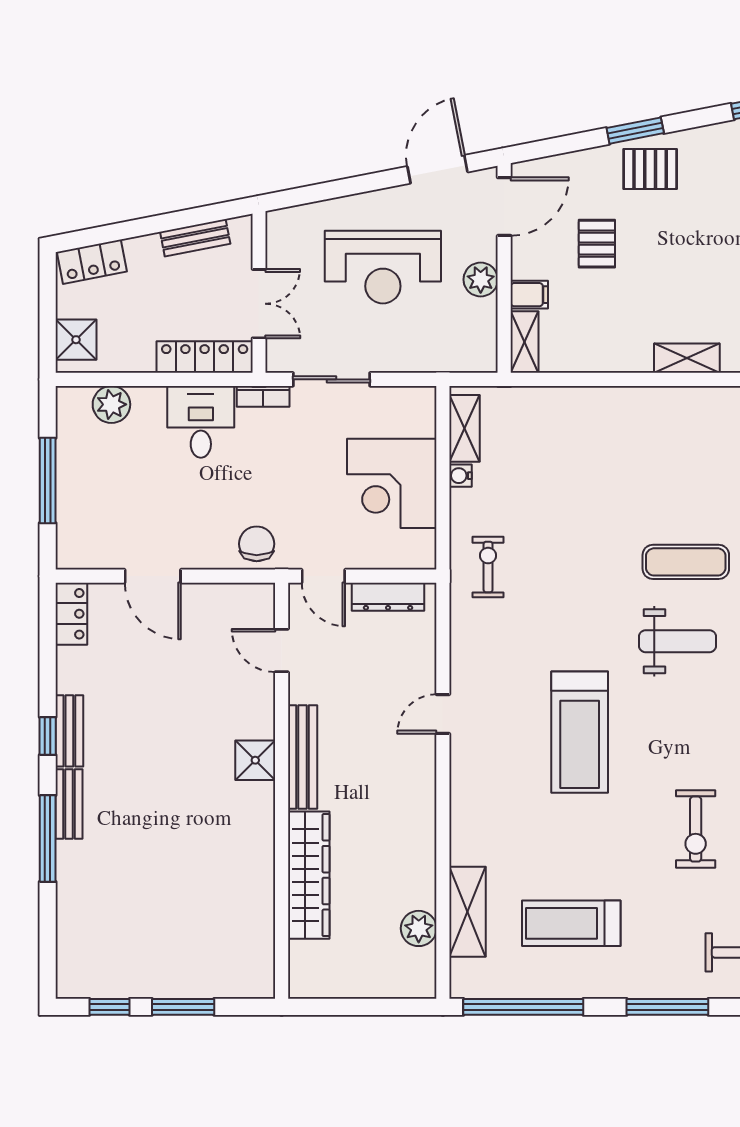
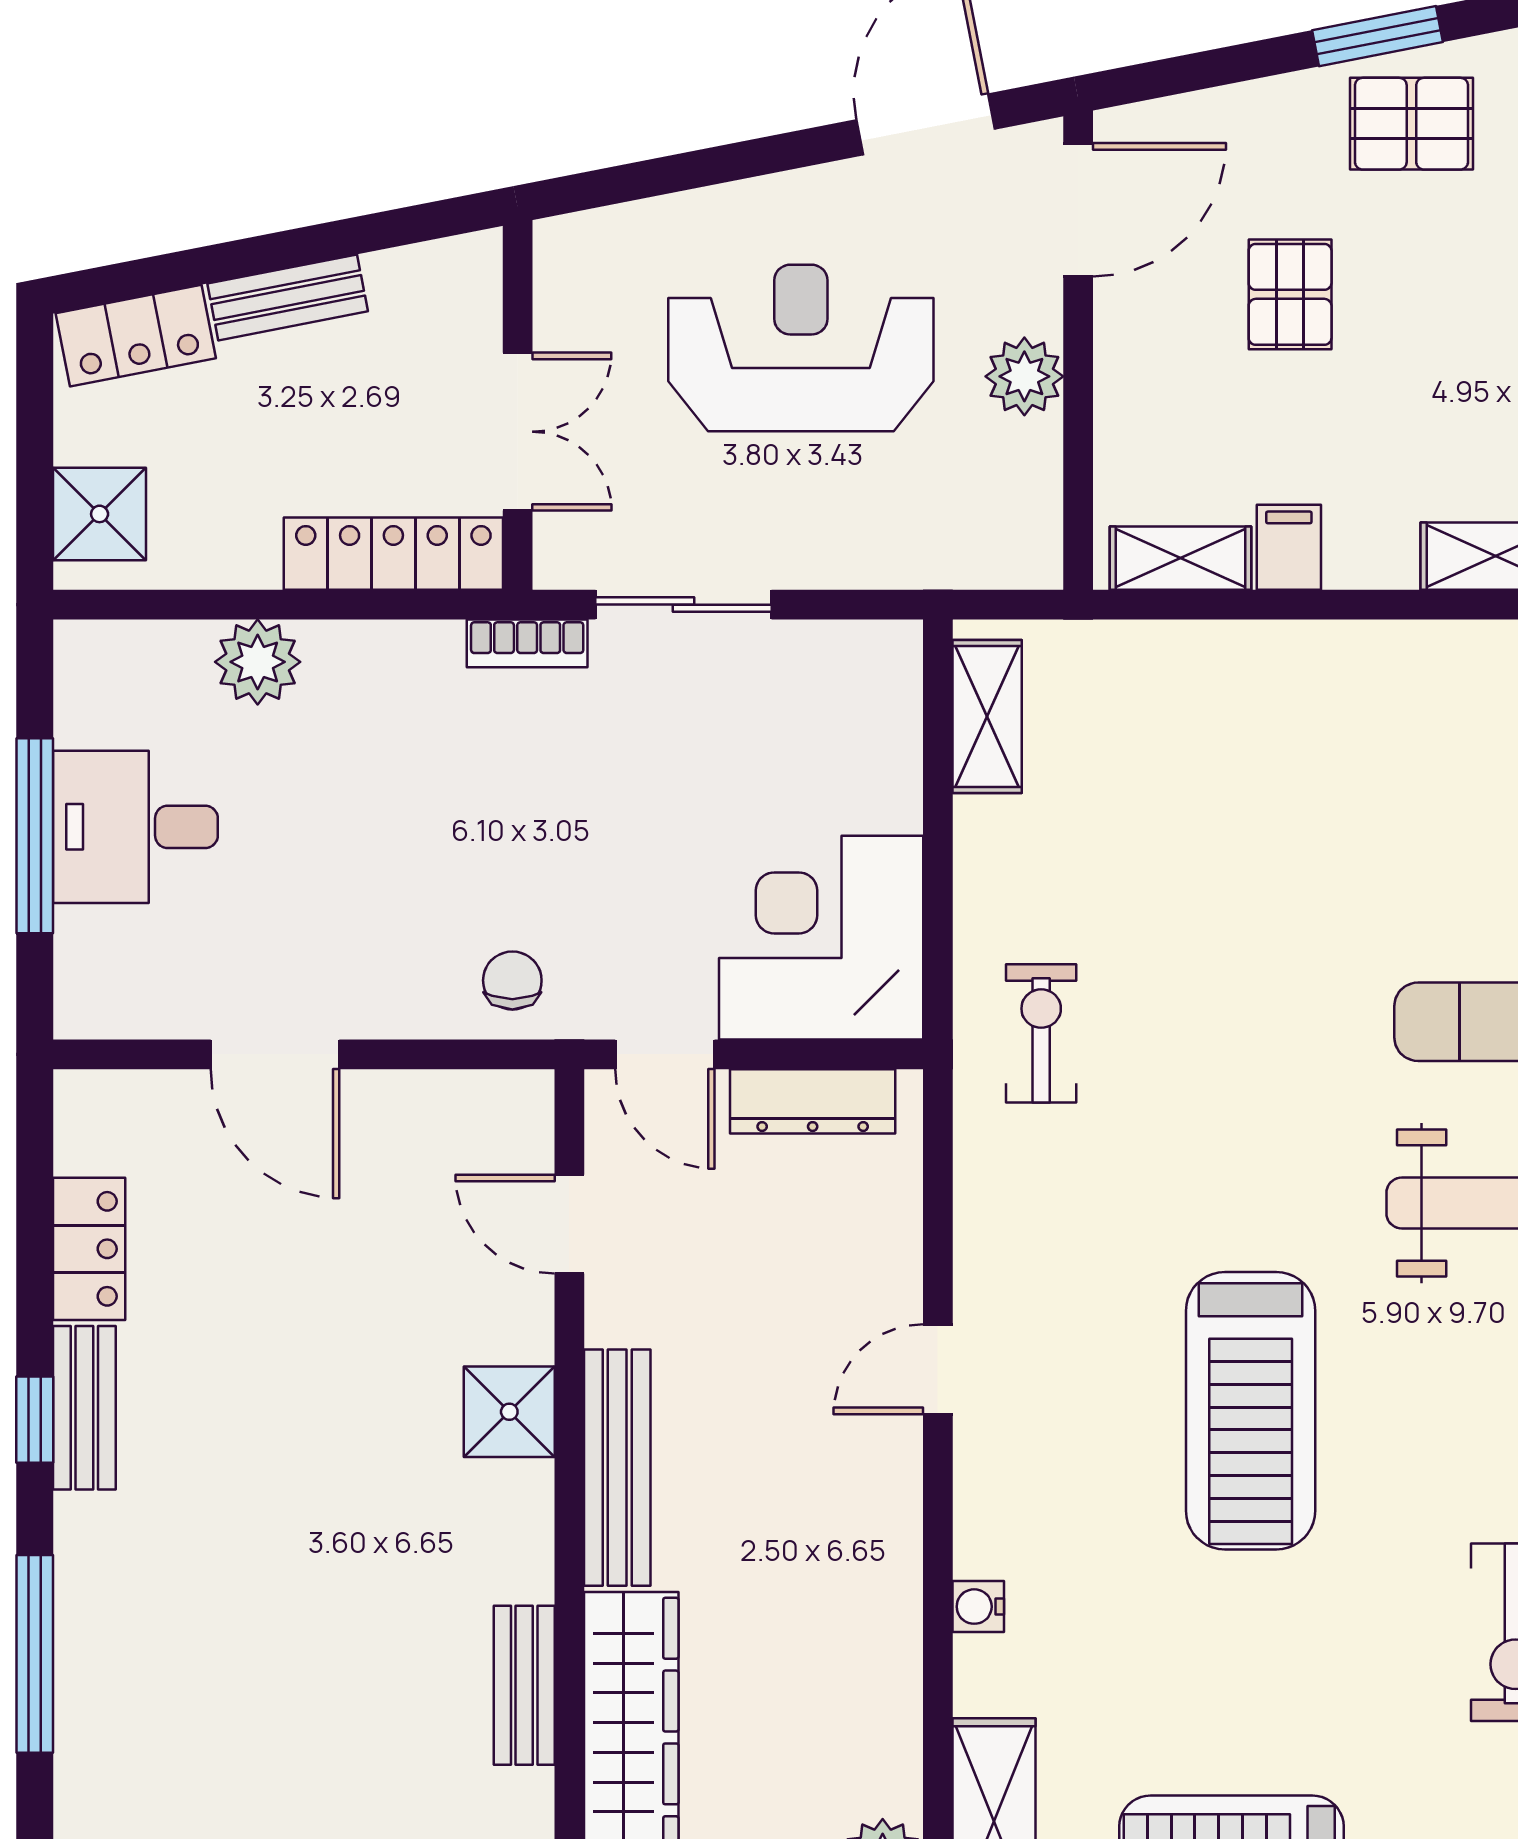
bench: (195, 238) -> (288, 297), moved
reception desk: (383, 267) -> (801, 348), turned 180
filing cabinet: (529, 295) -> (1289, 547), moved, turned -90
shelving: (525, 342) -> (1181, 558), moved, turned 90
plant: (111, 404) -> (258, 662), moved
desk: (201, 422) -> (135, 827), moved, turned -90
water cooler: (461, 476) -> (978, 1607), moved
corner desk: (392, 483) -> (821, 938), moved, turned 90
chair: (257, 544) -> (512, 980), width x0.73, depth x0.73
locker: (71, 614) -> (89, 1249), moved
shower: (255, 760) -> (509, 1412), moved
bench: (69, 804) -> (524, 1685), moved

